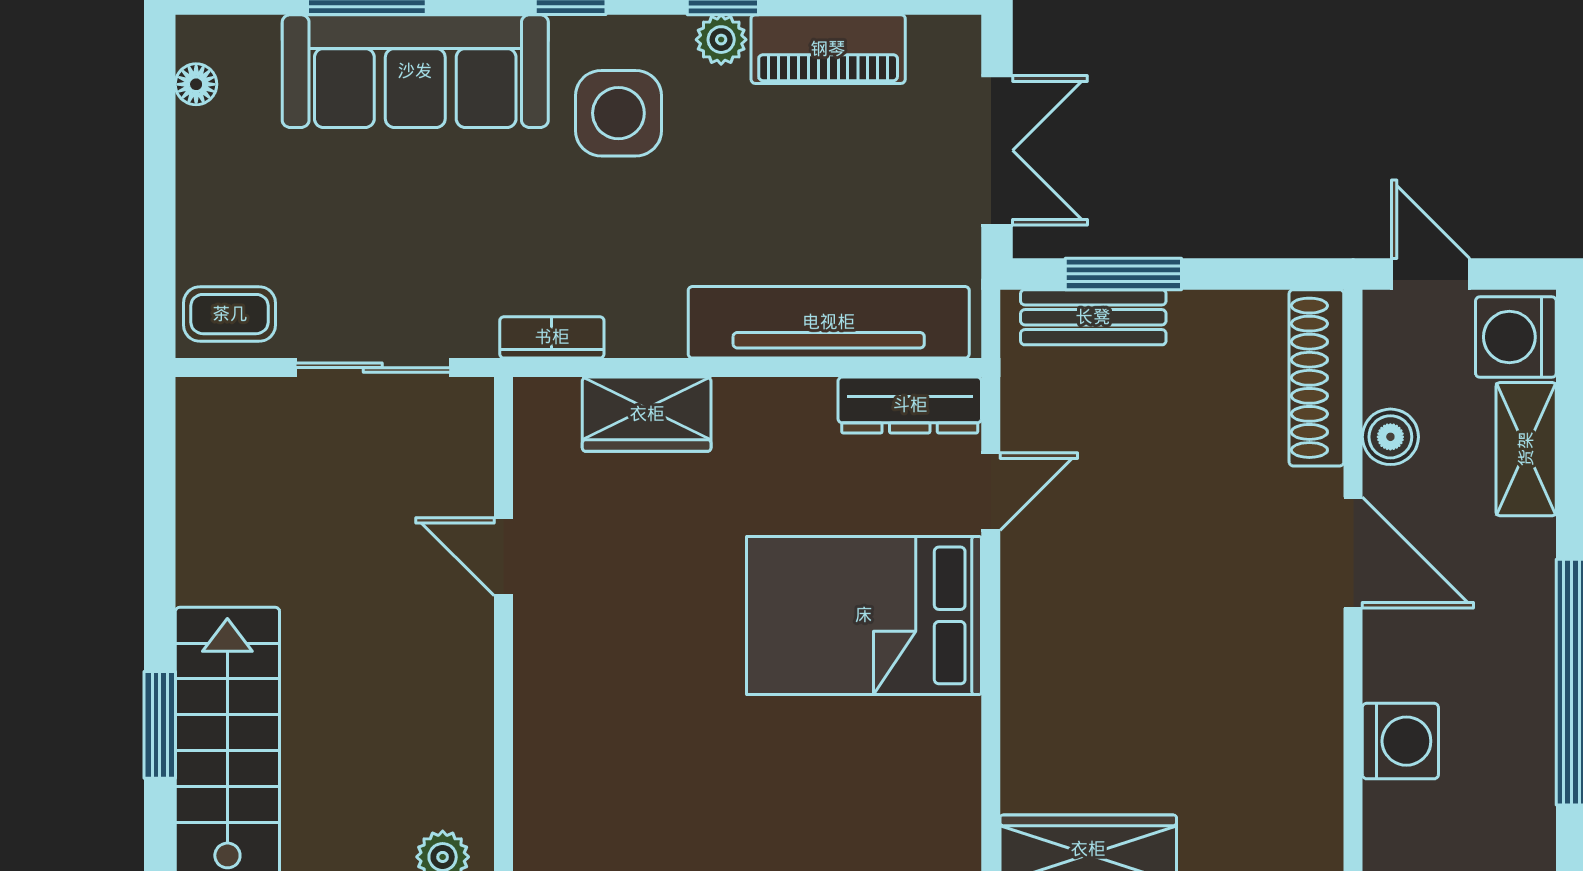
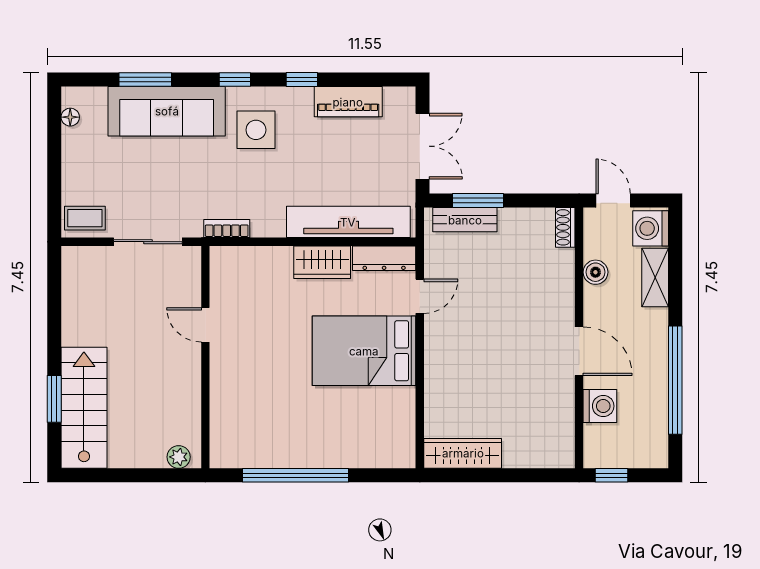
plant: (721, 40) -> (301, 97), removed
shoe rack: (1316, 378) -> (565, 227), width x0.51, depth x0.81
wardrobe: (647, 414) -> (322, 262), moved
door: (1353, 553) -> (579, 351), moved

